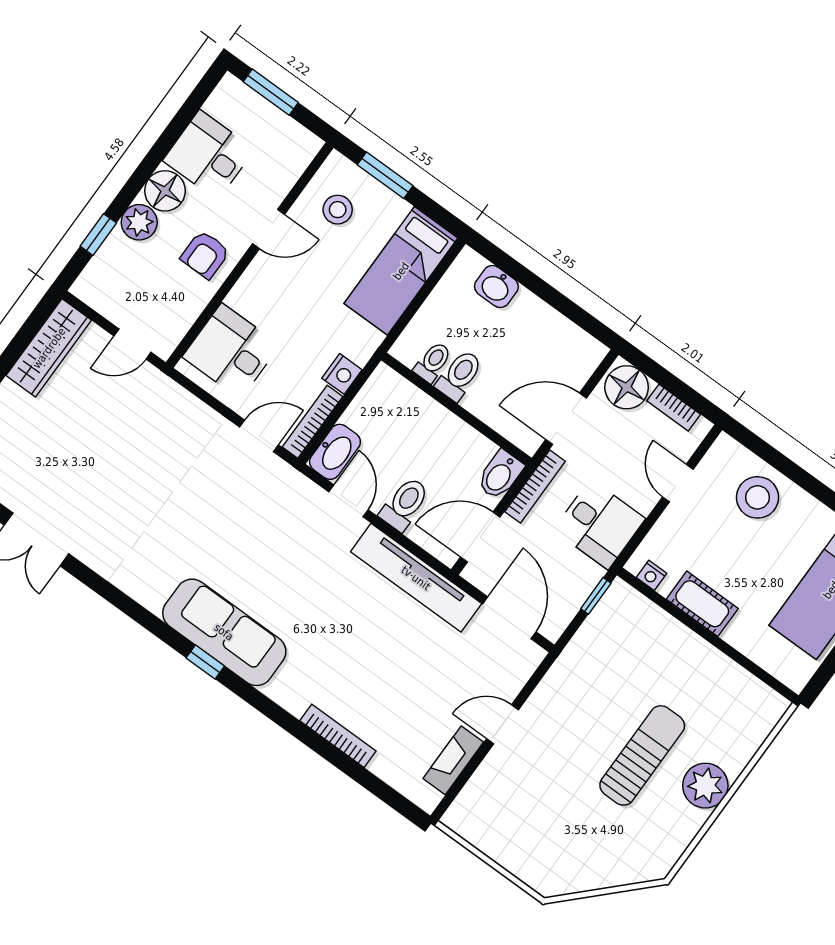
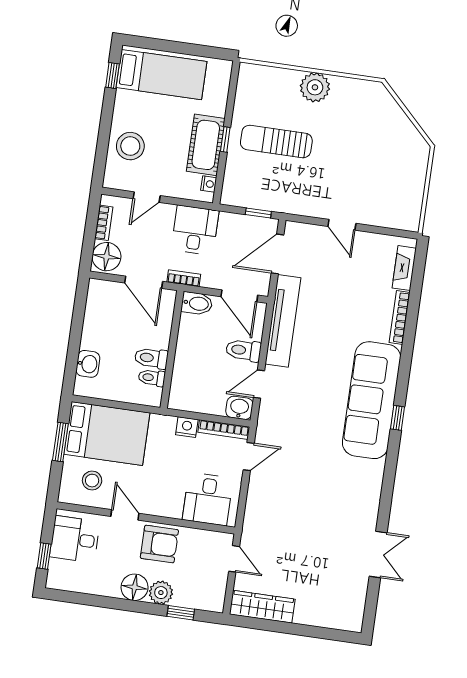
window: (271, 92) -> (44, 556), width x0.67
desk: (209, 155) -> (75, 539), moved, turned 90
window: (385, 175) -> (60, 442), moved
armchair: (205, 255) -> (159, 544), width x1.38, depth x1.38
bed: (401, 271) -> (107, 433), width x1.50
door: (259, 436) -> (249, 456), swing flipped
washbasin: (335, 452) -> (239, 408), width x0.72
bookcase: (535, 486) -> (184, 278), width x0.64
window: (596, 596) -> (258, 213), moved
cot: (702, 604) -> (206, 145), width x1.37, depth x1.34
window: (699, 629) -> (225, 139), added
sofa: (224, 632) -> (372, 400), width x1.36, depth x1.27
sun lounger: (642, 755) -> (276, 142), moved
fireplace: (453, 760) -> (404, 268), moved, turned 90

